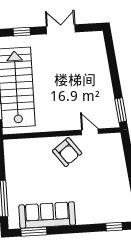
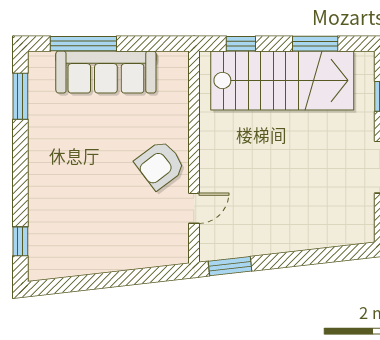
sofa: (47, 215) -> (106, 72), moved, turned 90

